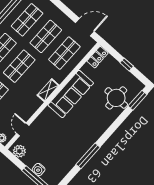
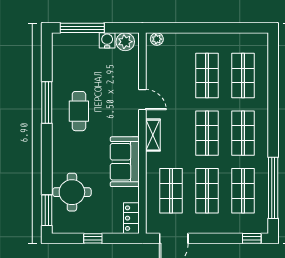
sofa: (71, 94) -> (125, 162), width x0.73
door: (23, 129) -> (142, 100), moved
cafe table: (75, 137) -> (79, 111), added
water cooler: (39, 169) -> (107, 40), moved

